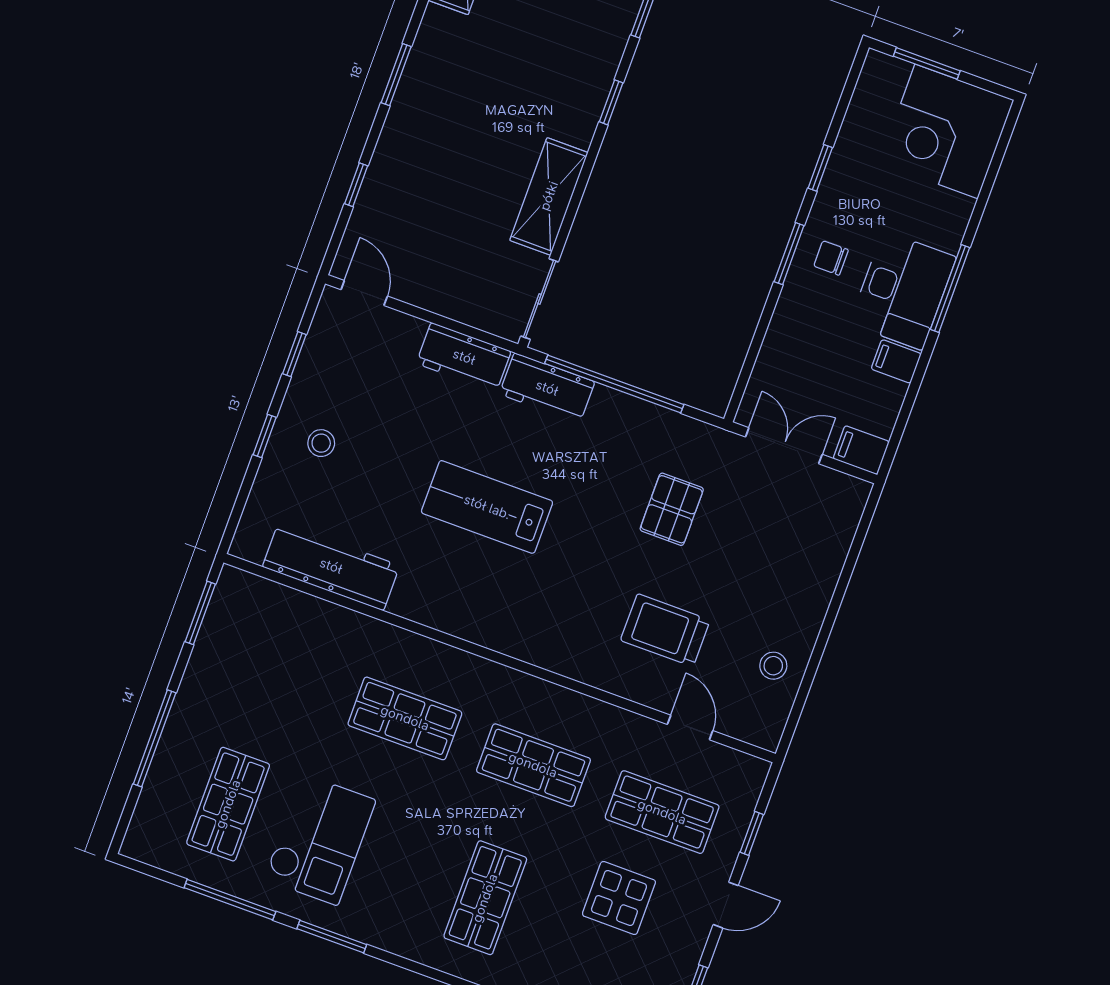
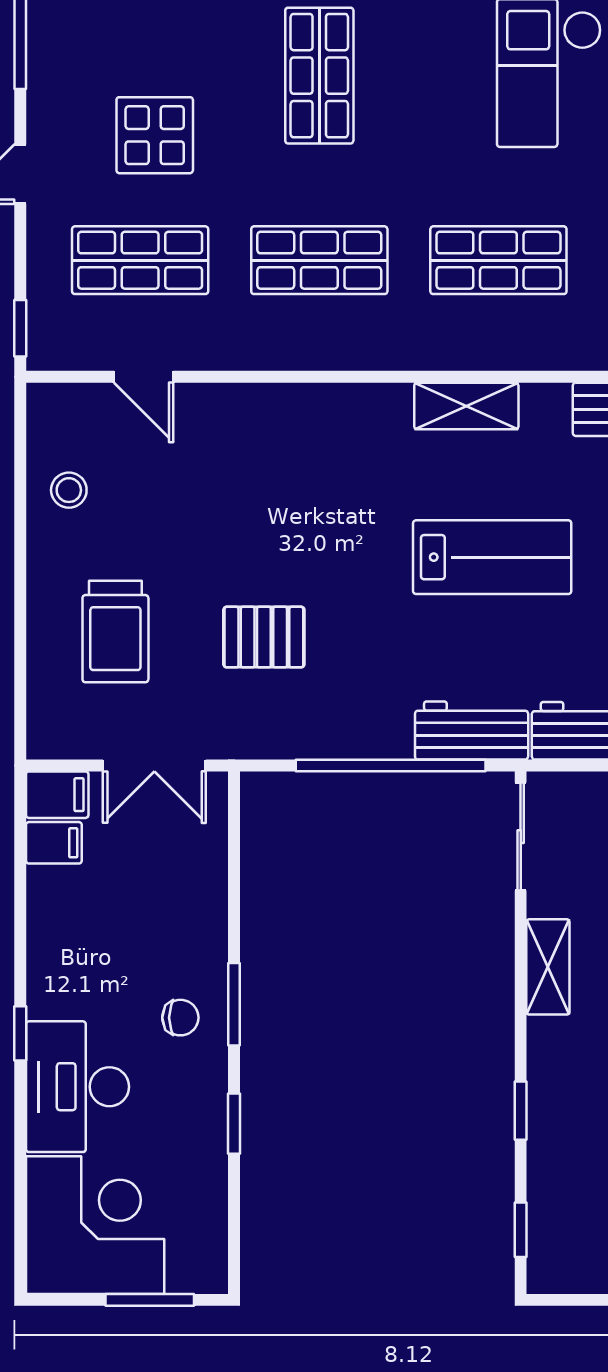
shelving: (549, 196) -> (548, 967), width x0.67, depth x0.75
window: (950, 289) -> (20, 1033), width x0.46
desk: (903, 290) -> (77, 1087), moved
filing cabinet: (896, 361) -> (54, 843), moved
pallet: (672, 509) -> (264, 637), turned 90
shelving: (466, 622) -> (466, 406), added
trolley: (665, 630) -> (115, 632), moved, turned 90
window: (752, 833) -> (20, 328), moved

